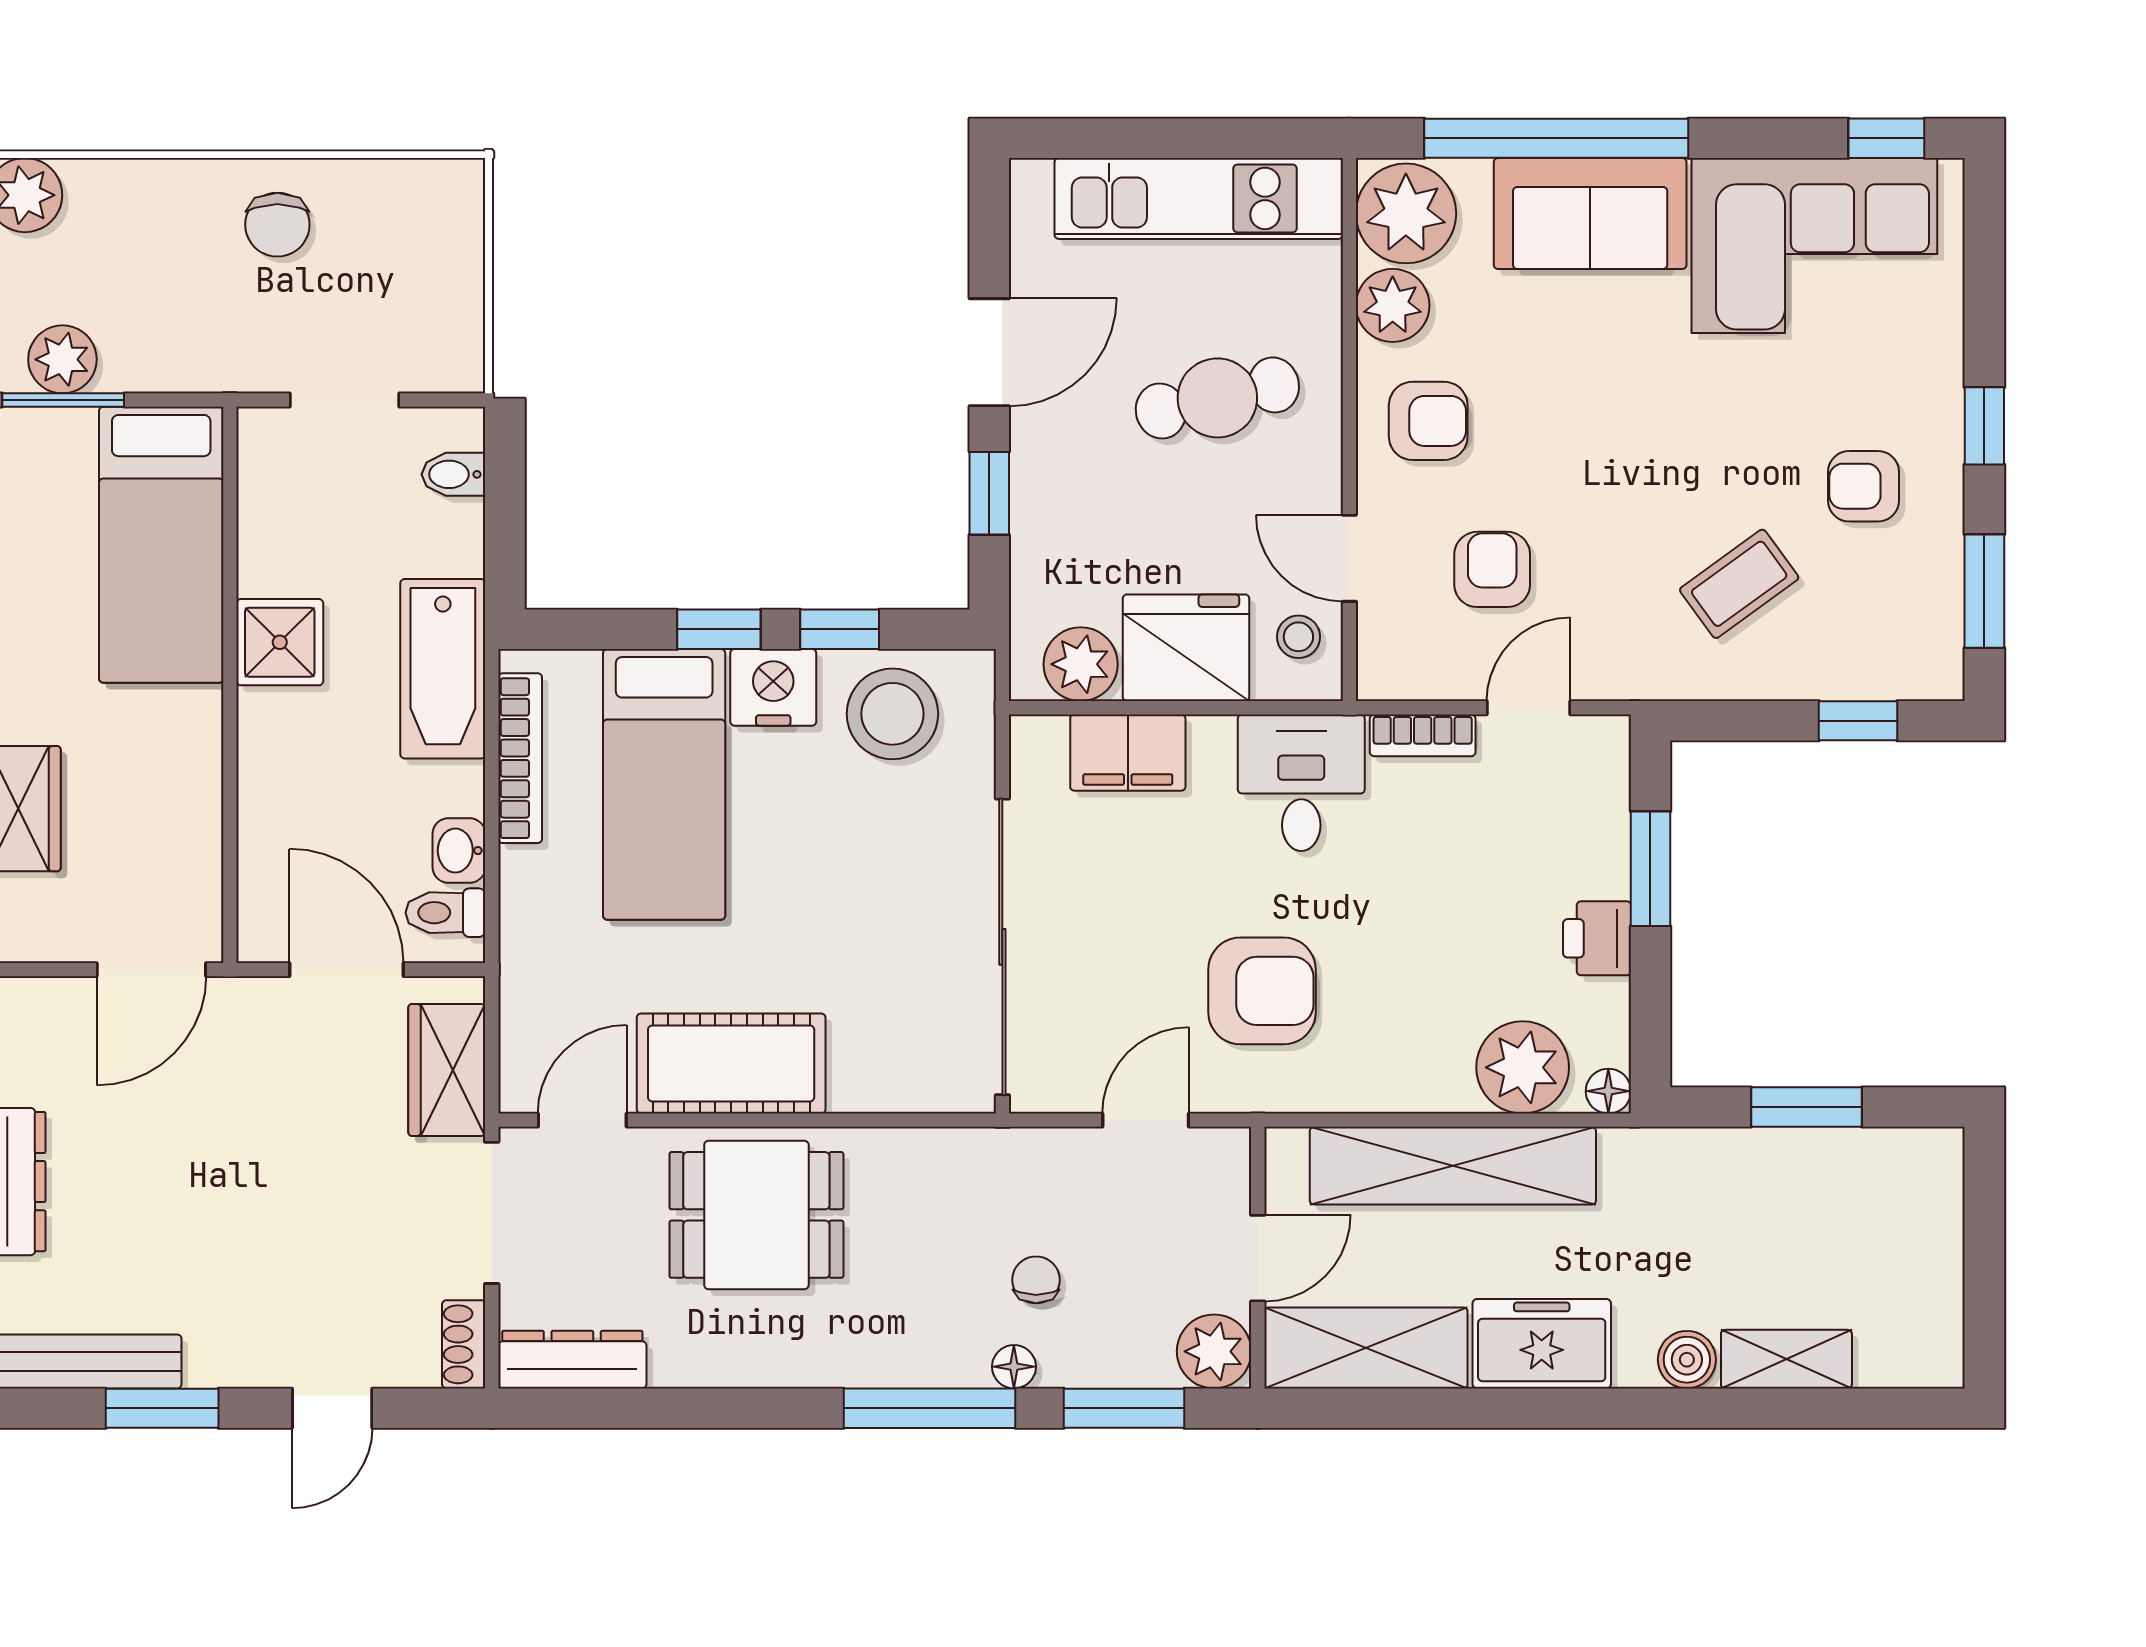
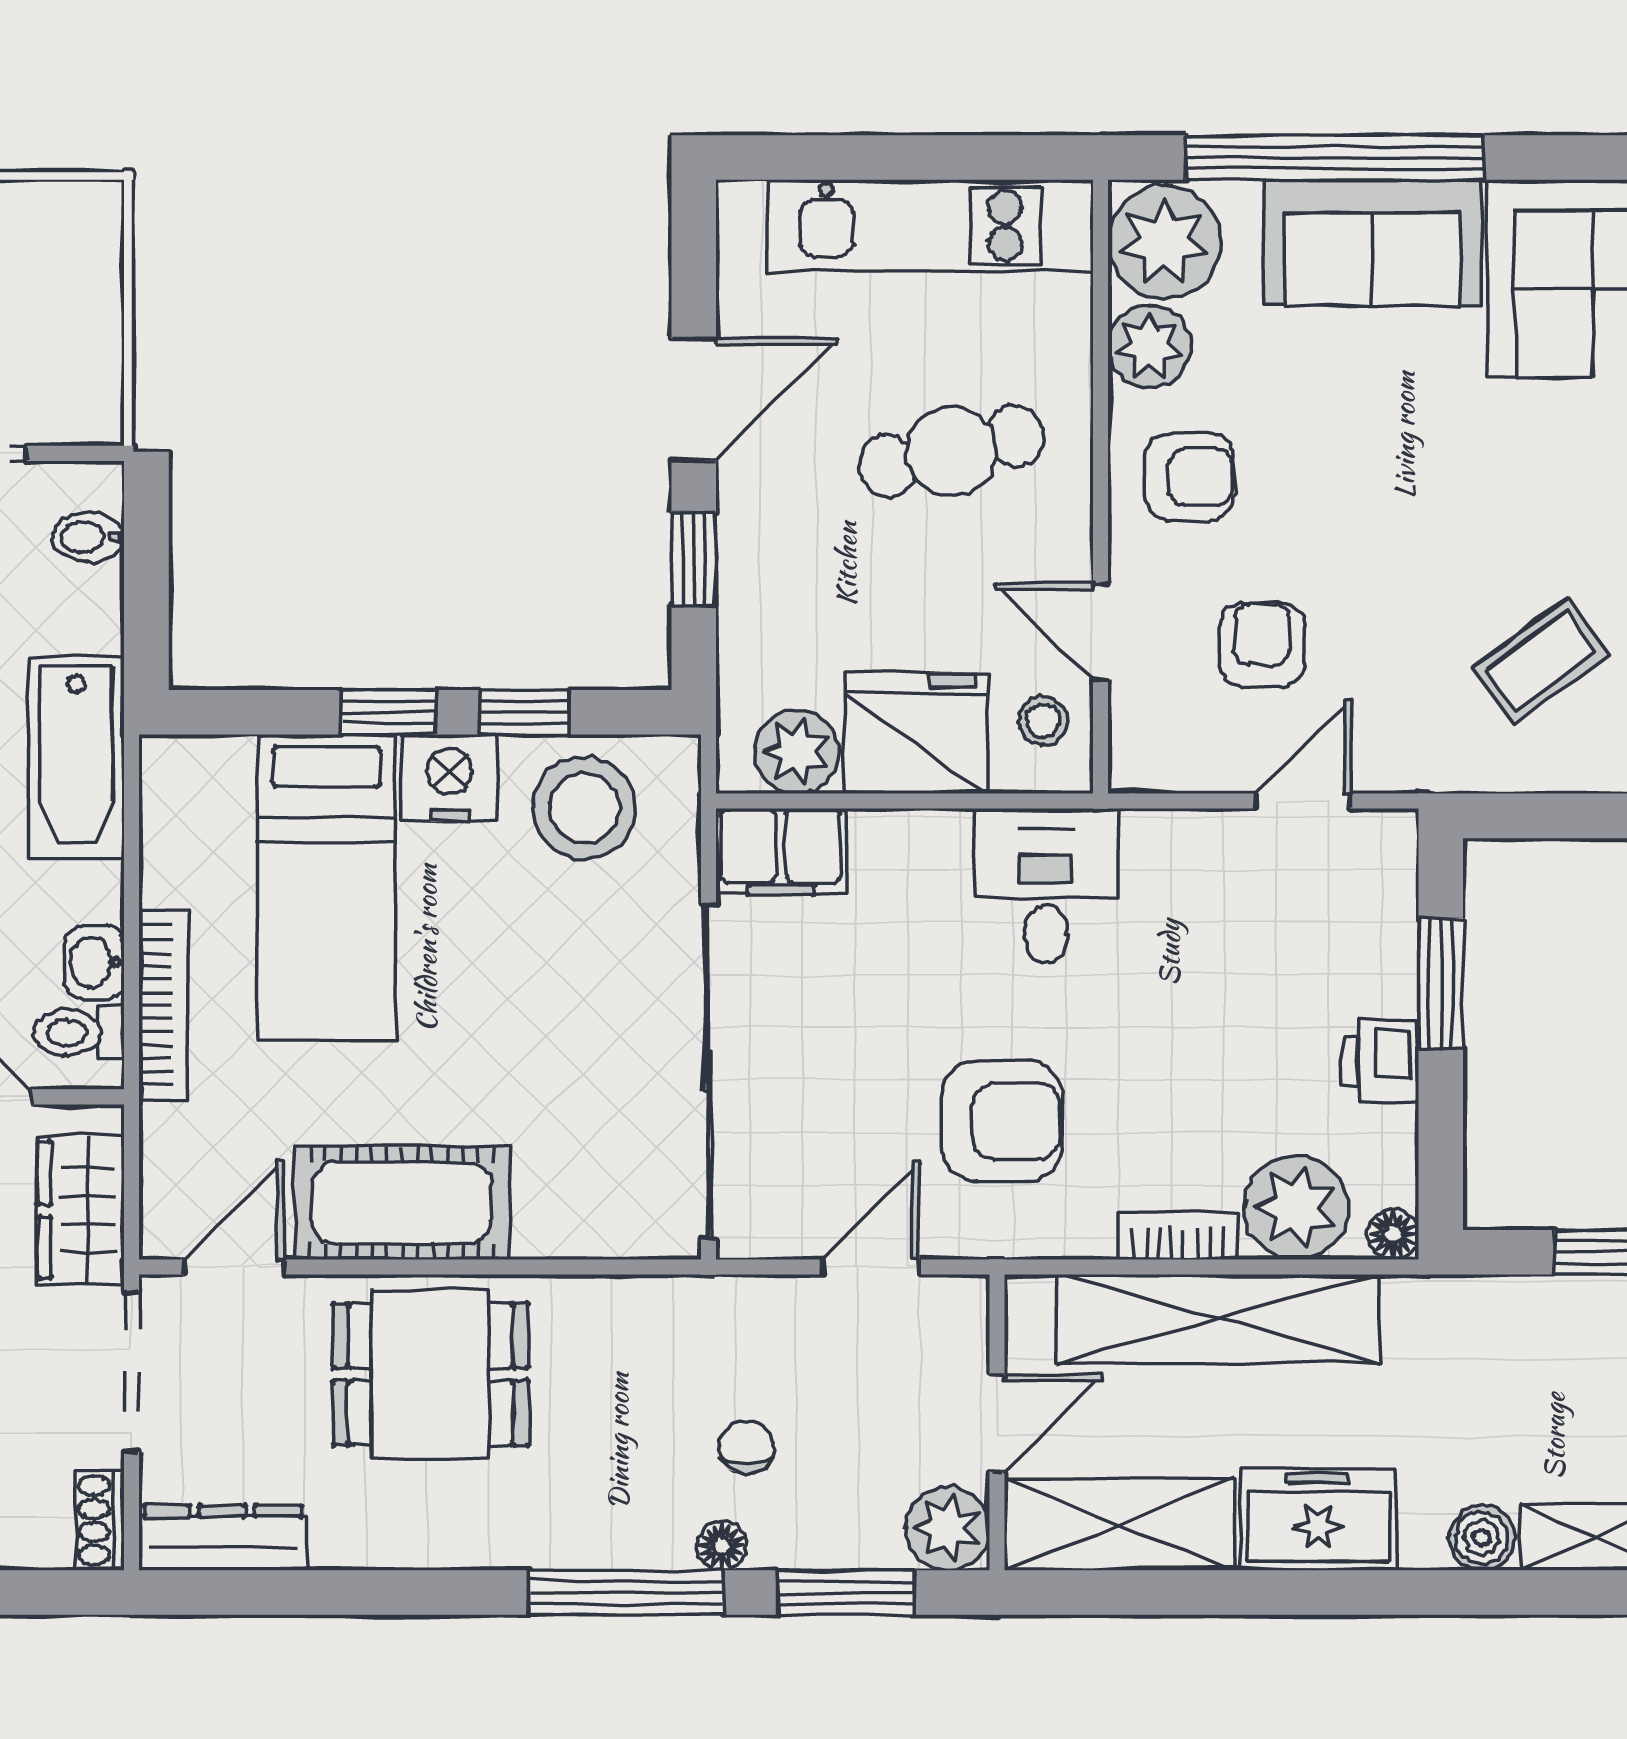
bookcase: (1423, 735) -> (1179, 1236), moved, turned 180
filing cabinet: (1128, 753) -> (781, 852), moved
bookcase: (520, 758) -> (164, 1005), moved

